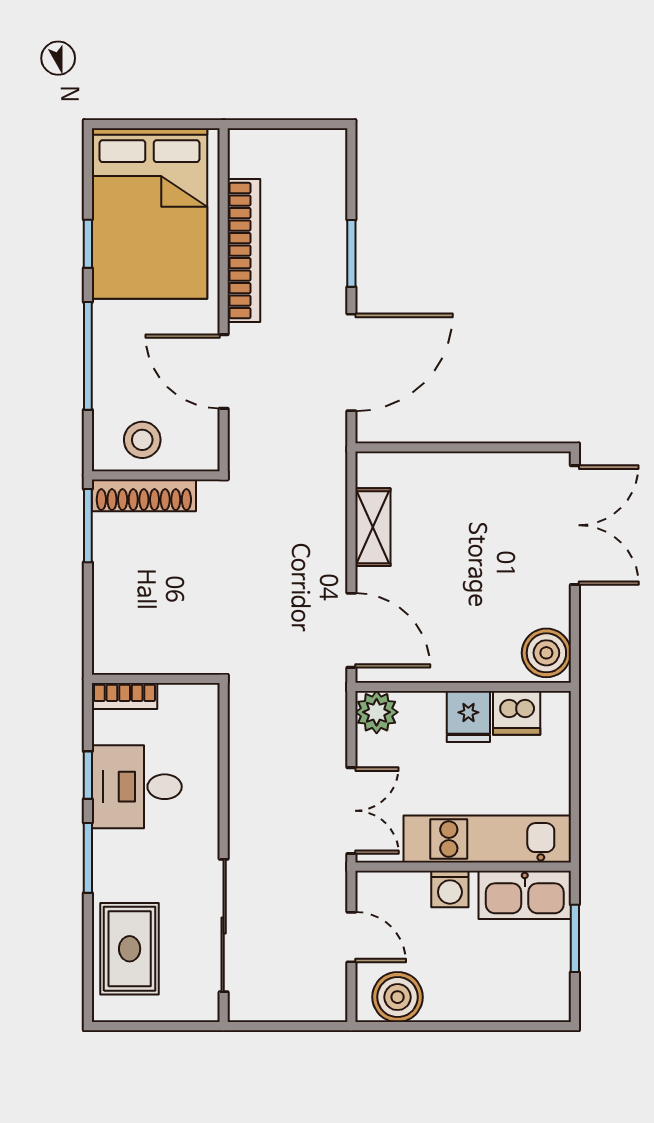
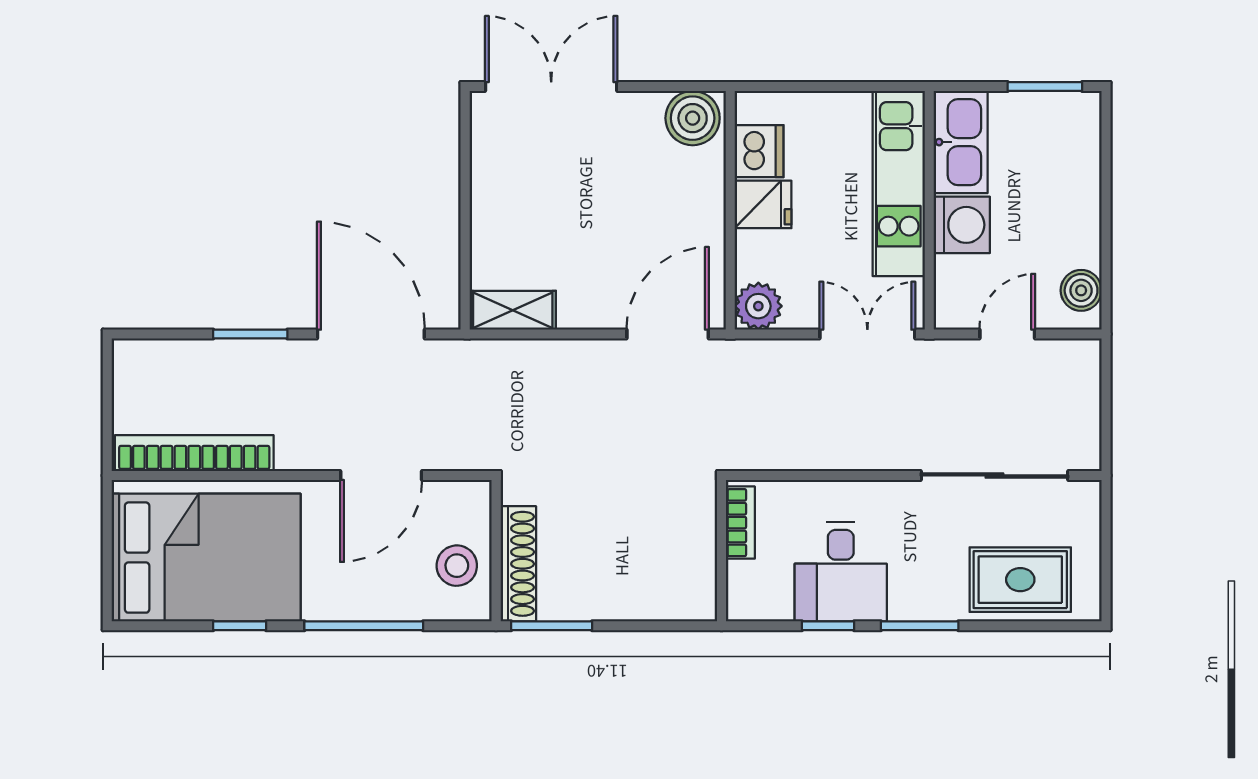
bookcase: (244, 251) -> (194, 453), moved
shelving: (373, 527) -> (513, 310), moved
bookcase: (125, 696) -> (740, 523), moved
washing machine: (450, 889) -> (962, 225), width x1.38, depth x1.38
window: (575, 938) -> (1045, 87), moved
boiler: (398, 997) -> (1081, 290), width x0.73, depth x0.73

